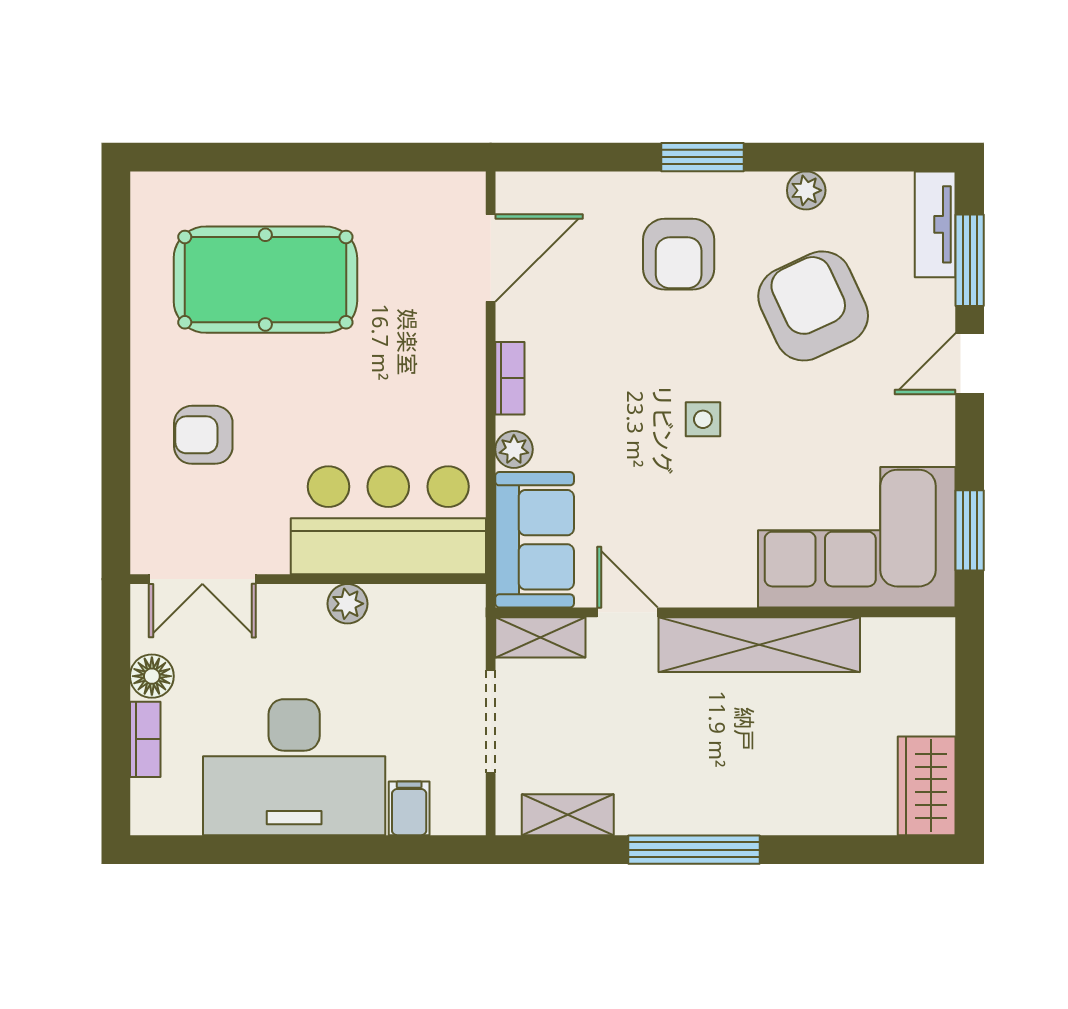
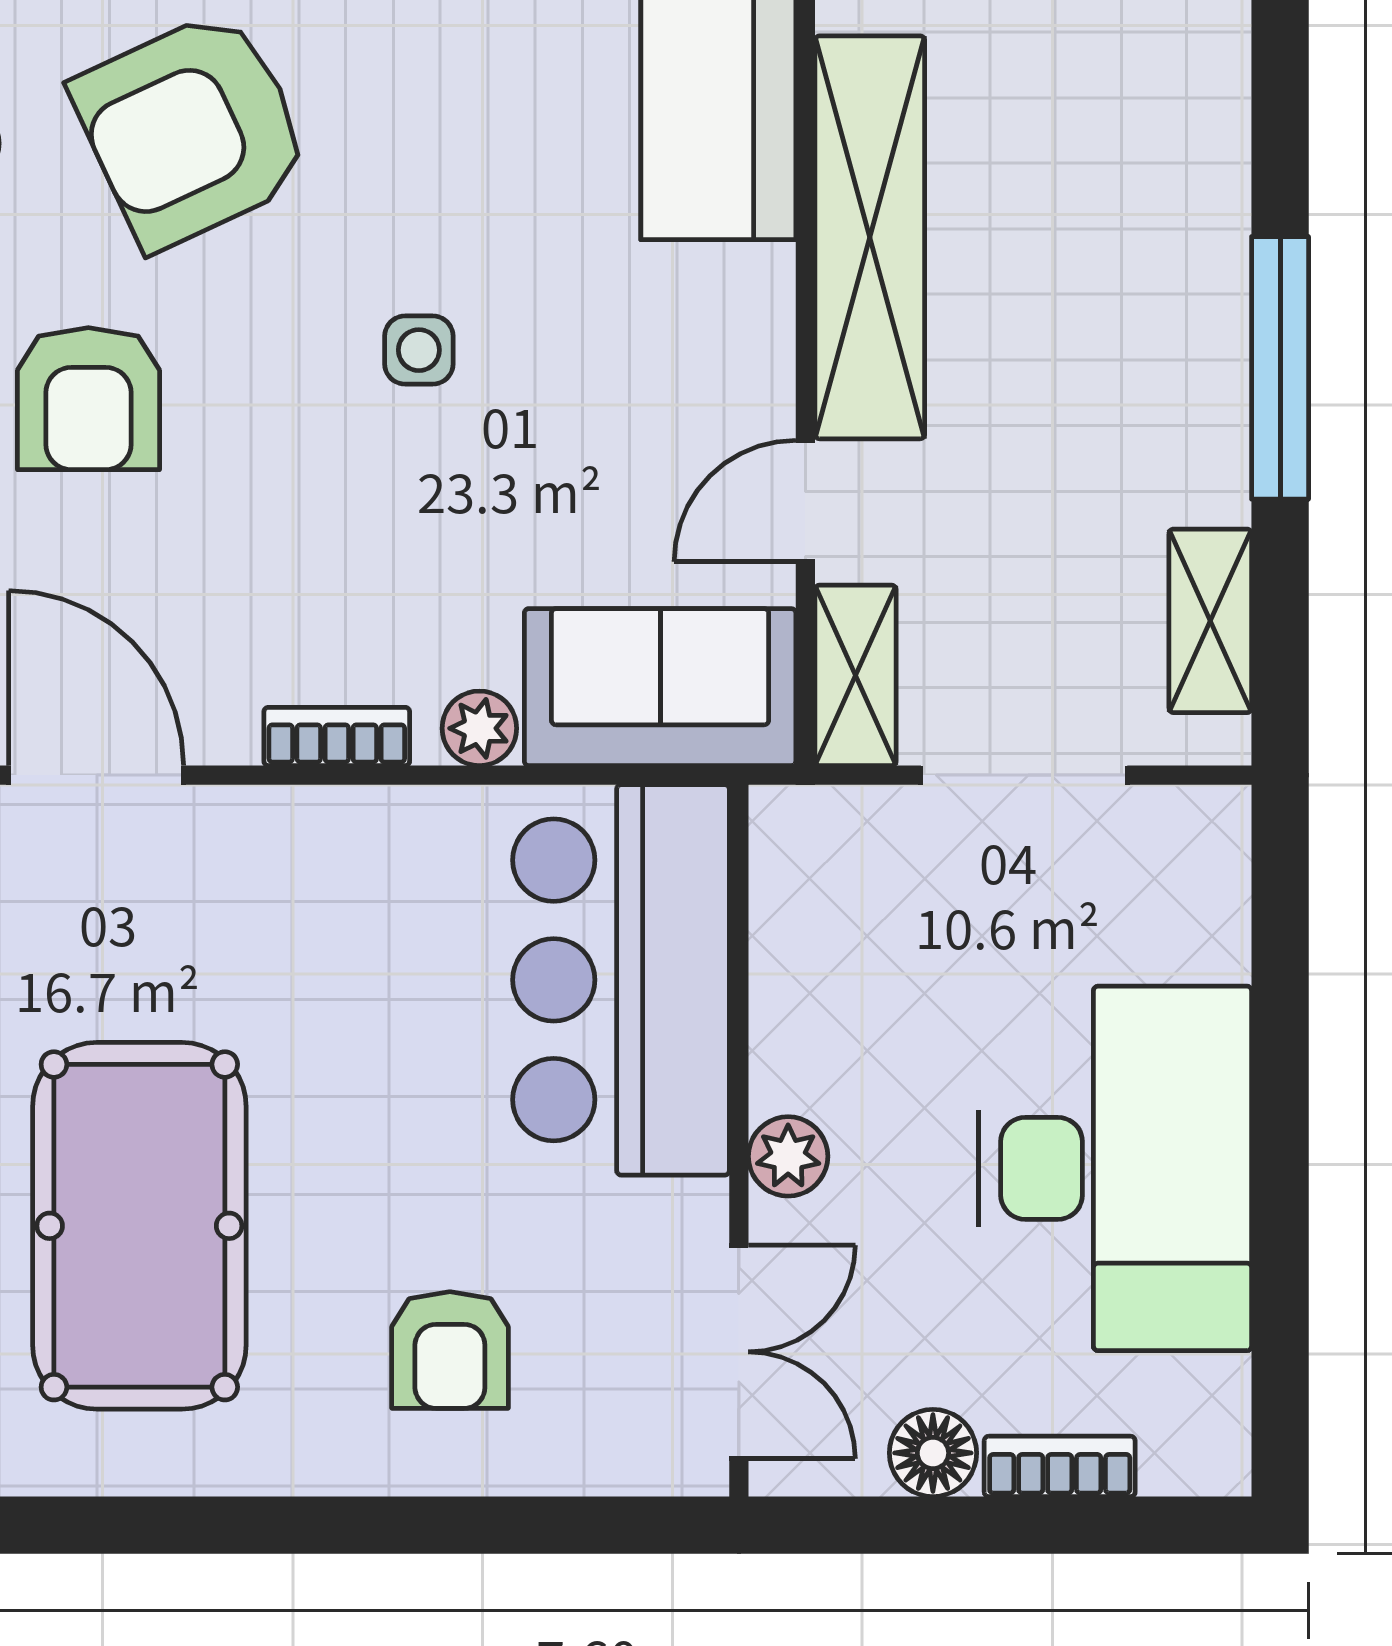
armchair: (679, 254) -> (88, 399), turned 90
plant: (348, 604) -> (788, 1156), moved
filing cabinet: (409, 808) -> (1198, 938), removed

